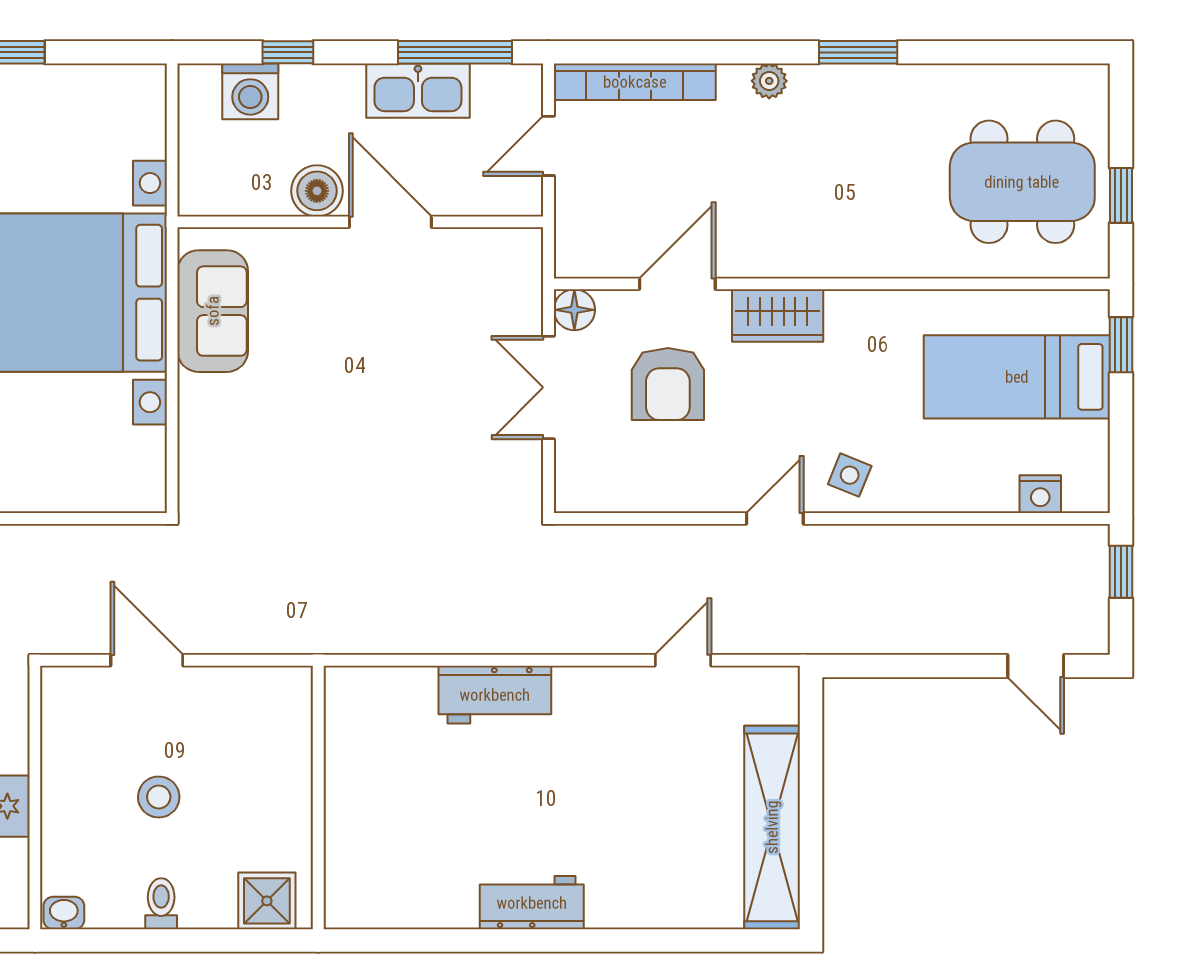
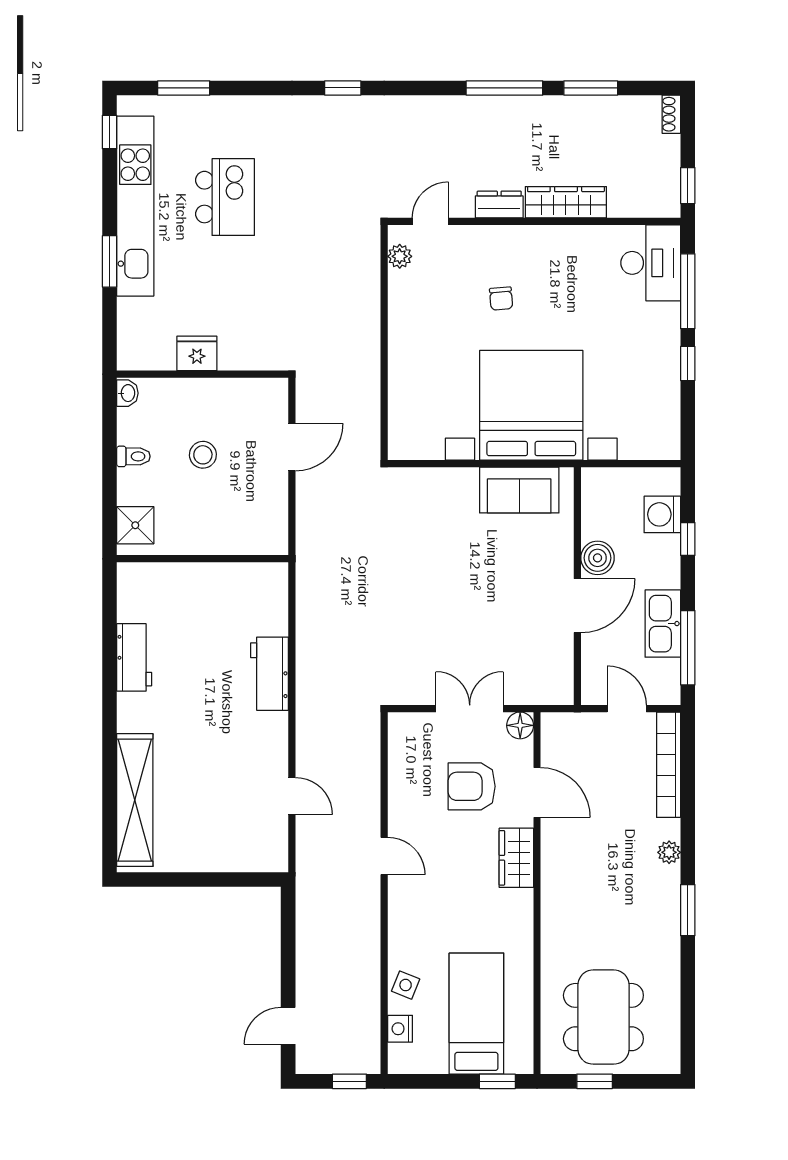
side table: (850, 475) -> (406, 985), moved
shelving: (772, 827) -> (135, 800), moved, turned 90
workbench: (532, 903) -> (134, 657), moved

